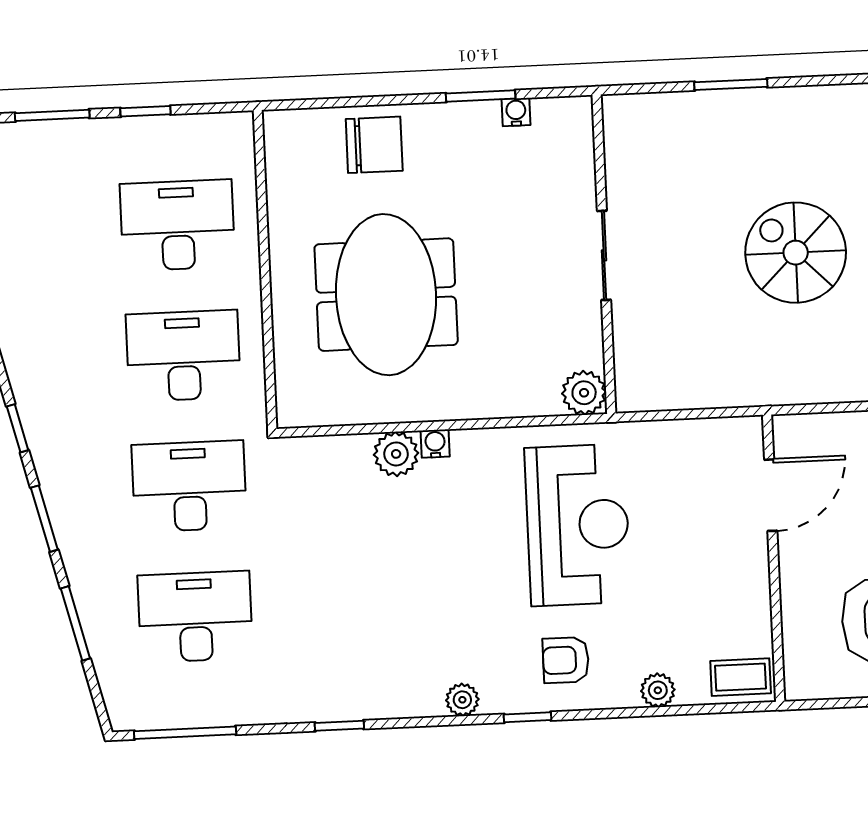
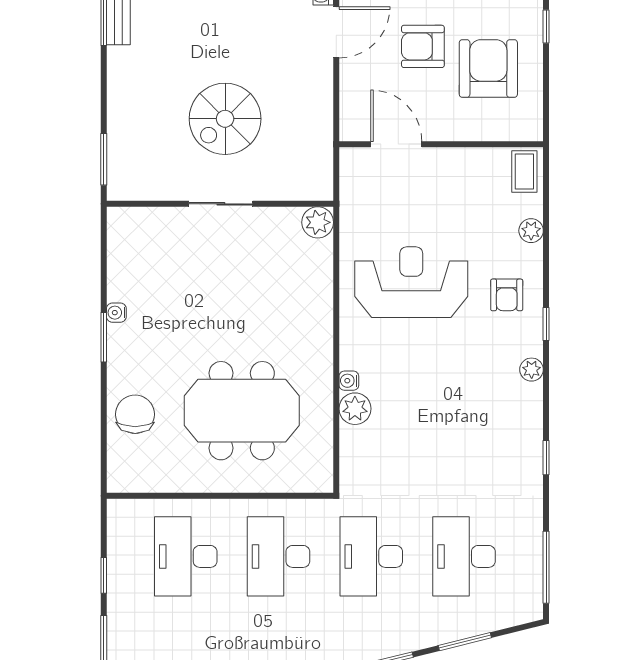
wall: (604, 254) -> (220, 204), moved
sliding door: (604, 255) -> (221, 204), moved
plant: (584, 393) -> (318, 222), moved

